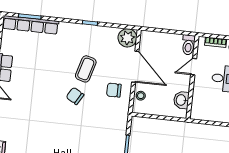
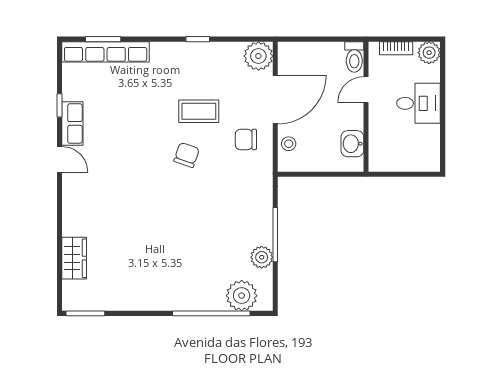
door: (135, 67) -> (275, 100), hinge flipped
coffee table: (86, 69) -> (199, 111), turned 74
chair: (75, 96) -> (187, 155), turned 79

